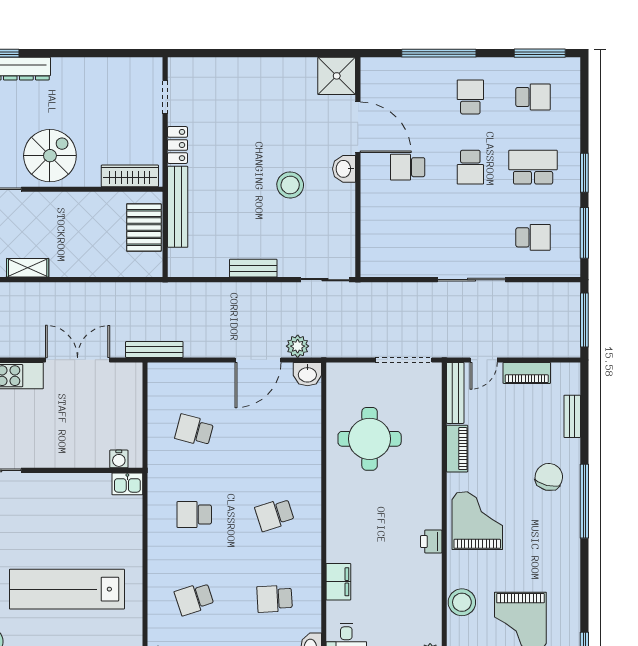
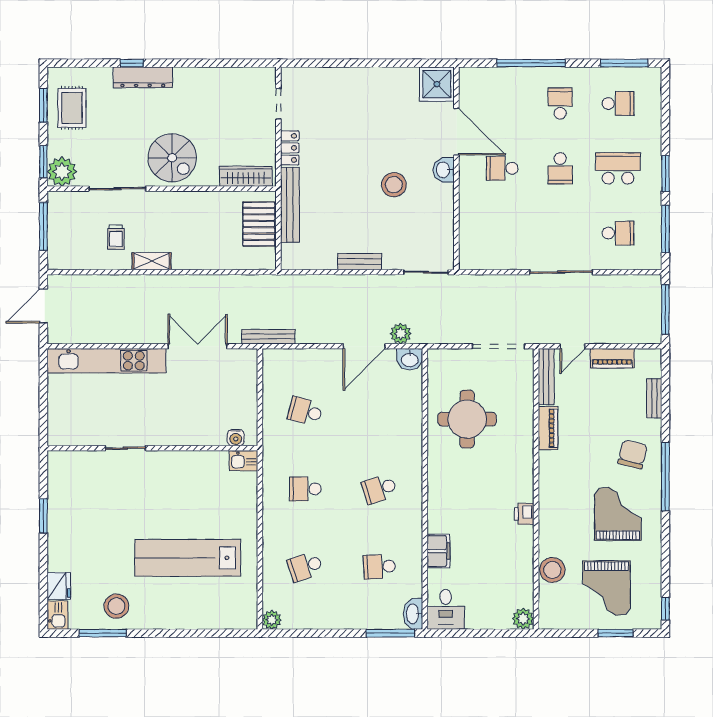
spiral stairs: (50, 156) -> (172, 158), turned 90
grand piano: (477, 521) -> (618, 514), moved

